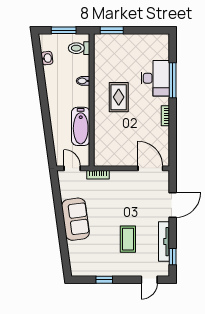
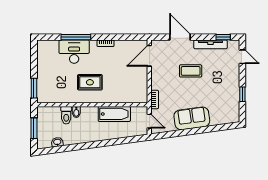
toilet: (79, 48) -> (66, 115), moved
door: (72, 168) -> (149, 121), swing flipped
coffee table: (128, 239) -> (191, 71), moved

